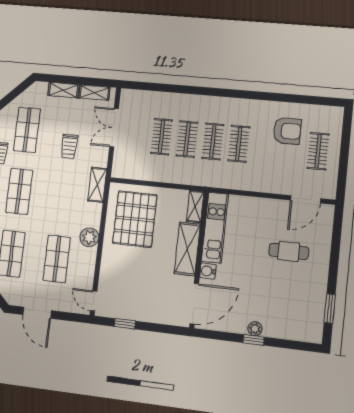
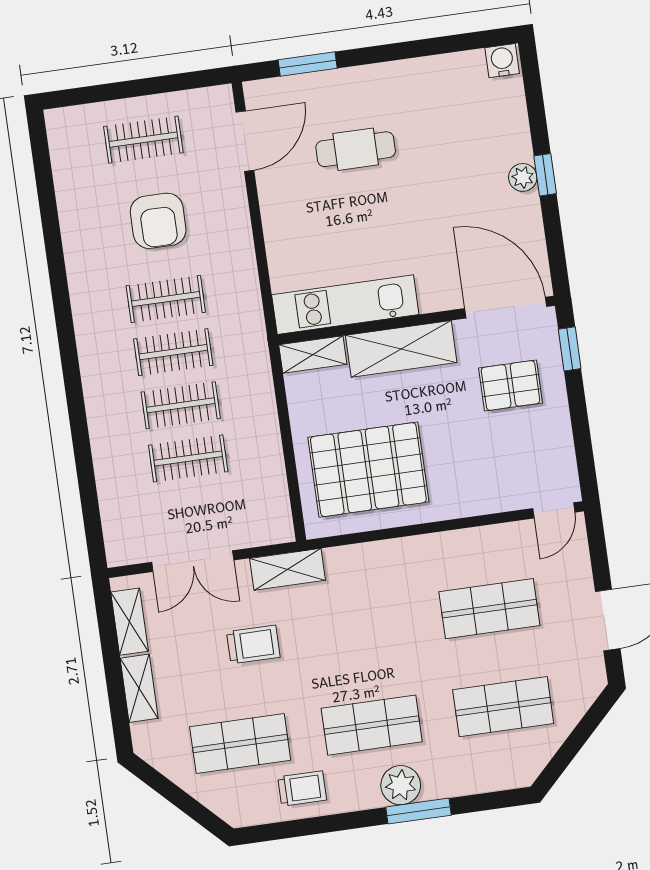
armchair: (287, 131) -> (158, 221), moved, turned 180
shelving: (97, 185) -> (288, 569), moved
door: (306, 199) -> (245, 141), hinge flipped
plant: (89, 237) -> (429, 553), removed
cafe table: (289, 251) -> (356, 149), turned 90
water cooler: (208, 271) -> (502, 61), moved, turned 180
pallet: (157, 296) -> (511, 385), added
window: (330, 309) -> (308, 64), moved
window: (125, 324) -> (570, 349), moved

